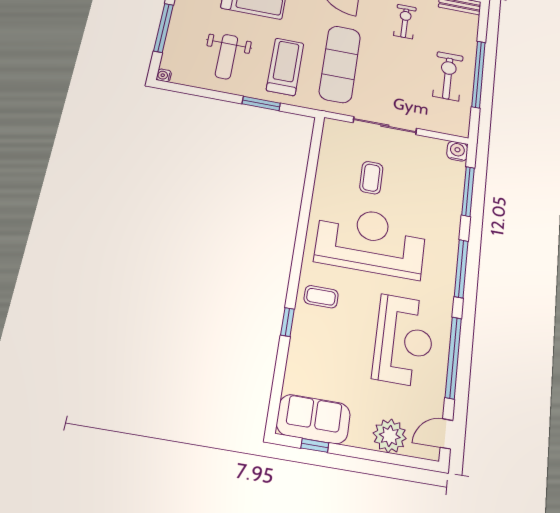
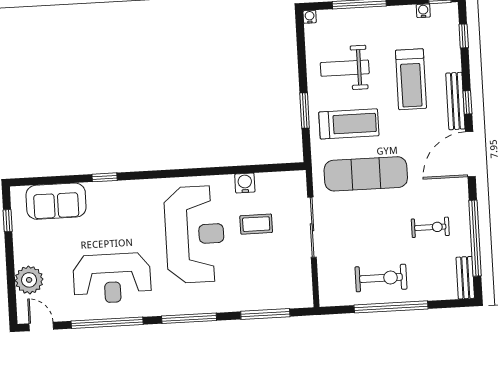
water cooler: (457, 151) -> (245, 183), moved, turned -90
coffee table: (321, 297) -> (134, 201), removed
sofa: (313, 419) -> (56, 201), moved, turned 90

